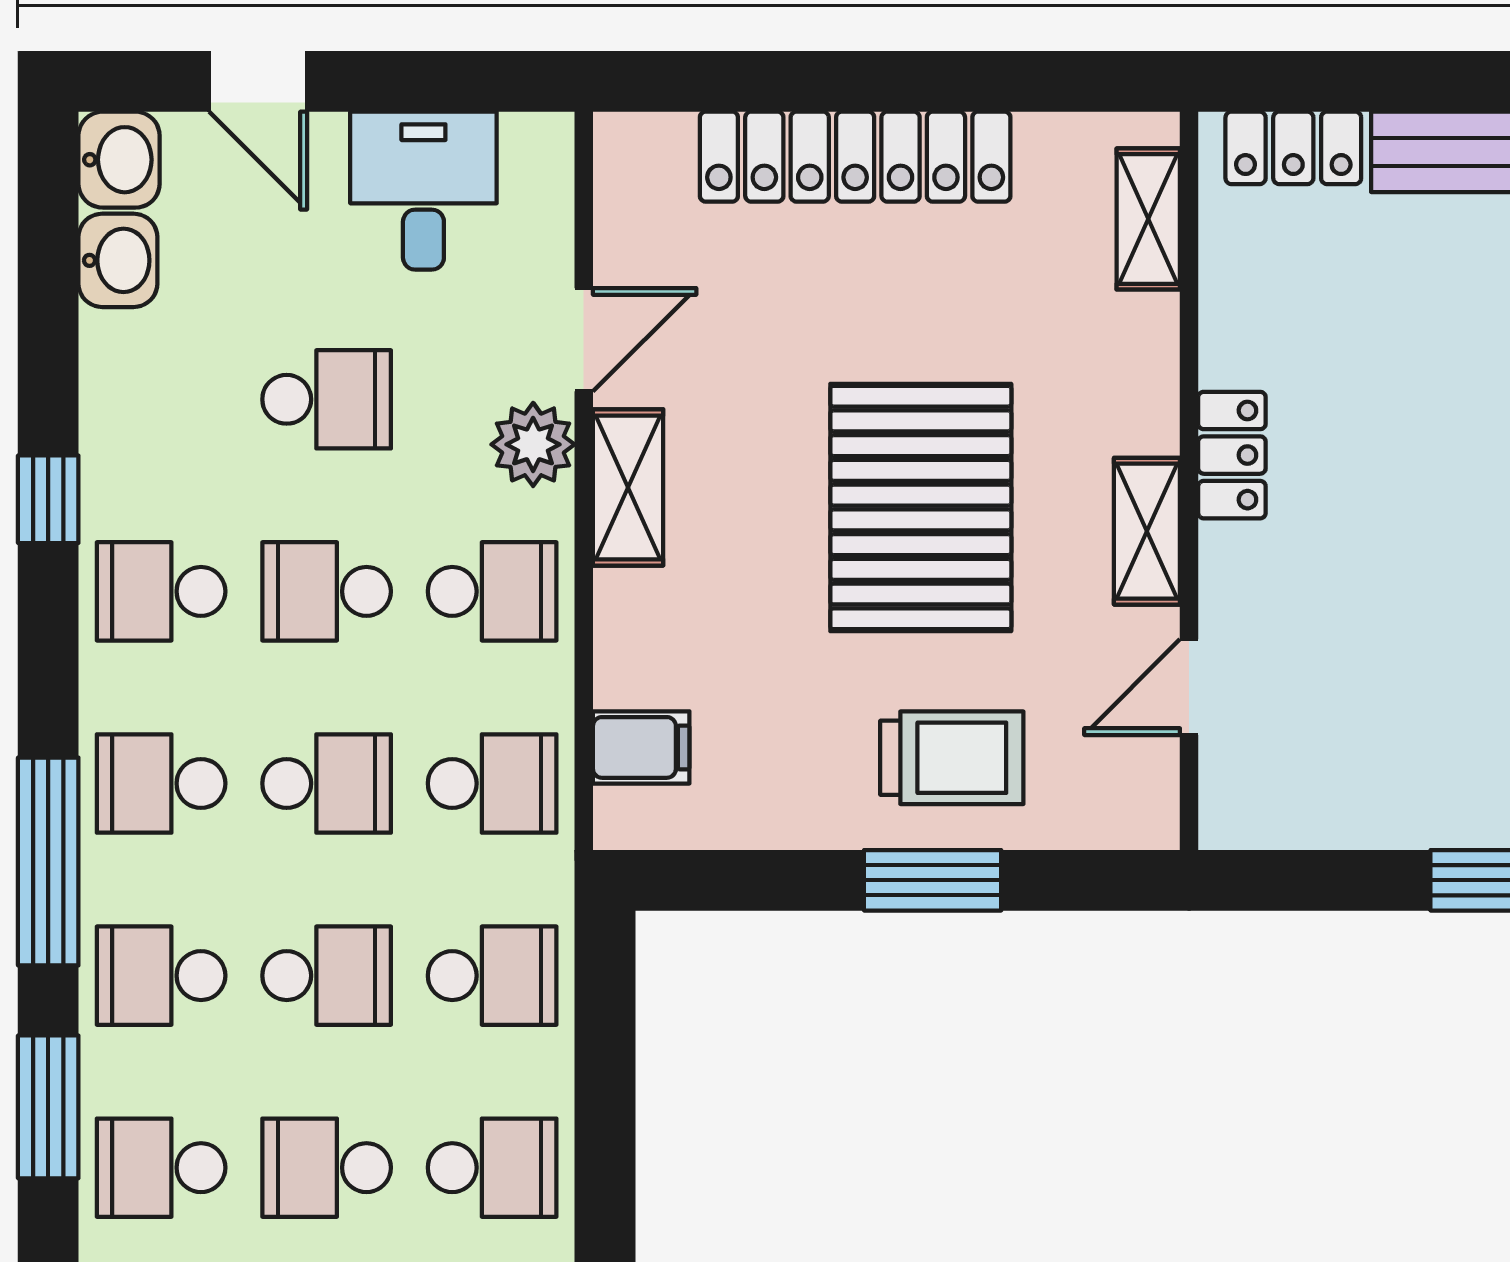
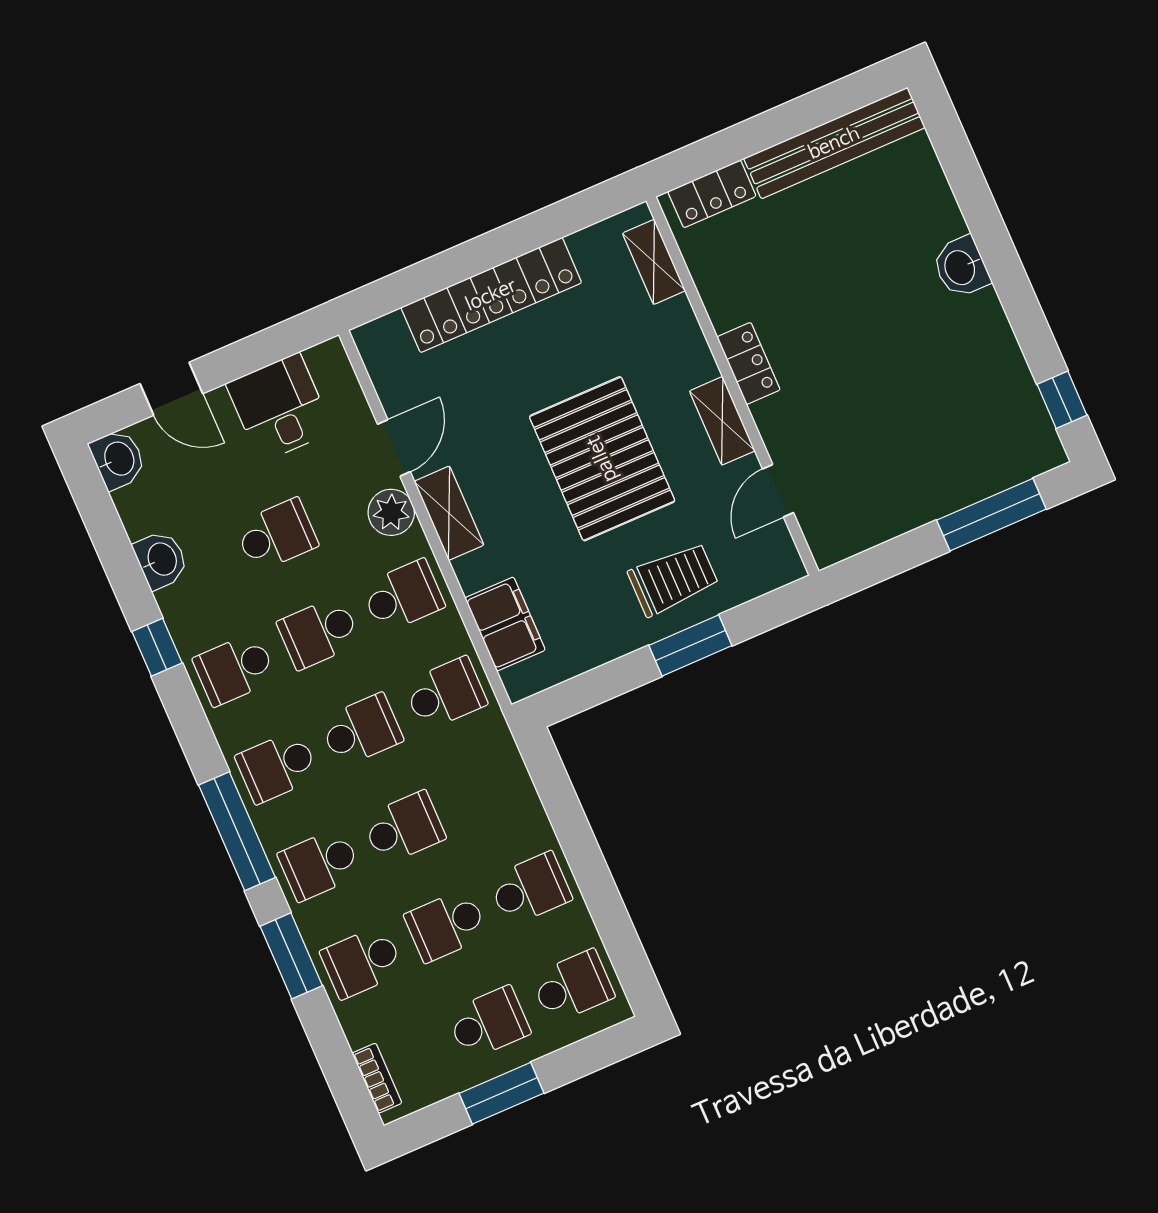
washbasin: (118, 260) -> (161, 560), moved
filing cabinet: (641, 747) -> (505, 624), width x2.00
school desk: (492, 976) -> (488, 791), removed

